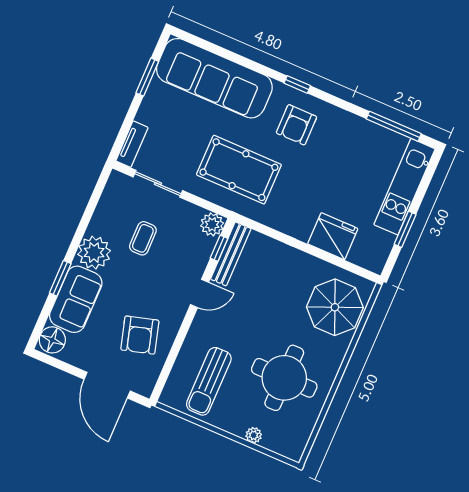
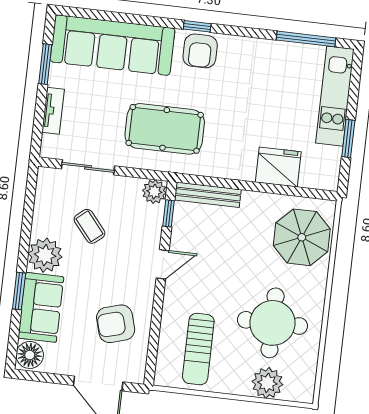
armchair: (296, 125) -> (200, 51), moved
tv unit: (132, 144) -> (53, 111), moved
coffee table: (143, 238) -> (90, 226), turned -40
bench: (231, 254) -> (208, 195), moved, turned 90
armchair: (140, 335) -> (116, 324), turned 90
plant: (254, 435) -> (267, 383), width x1.87, depth x1.87

